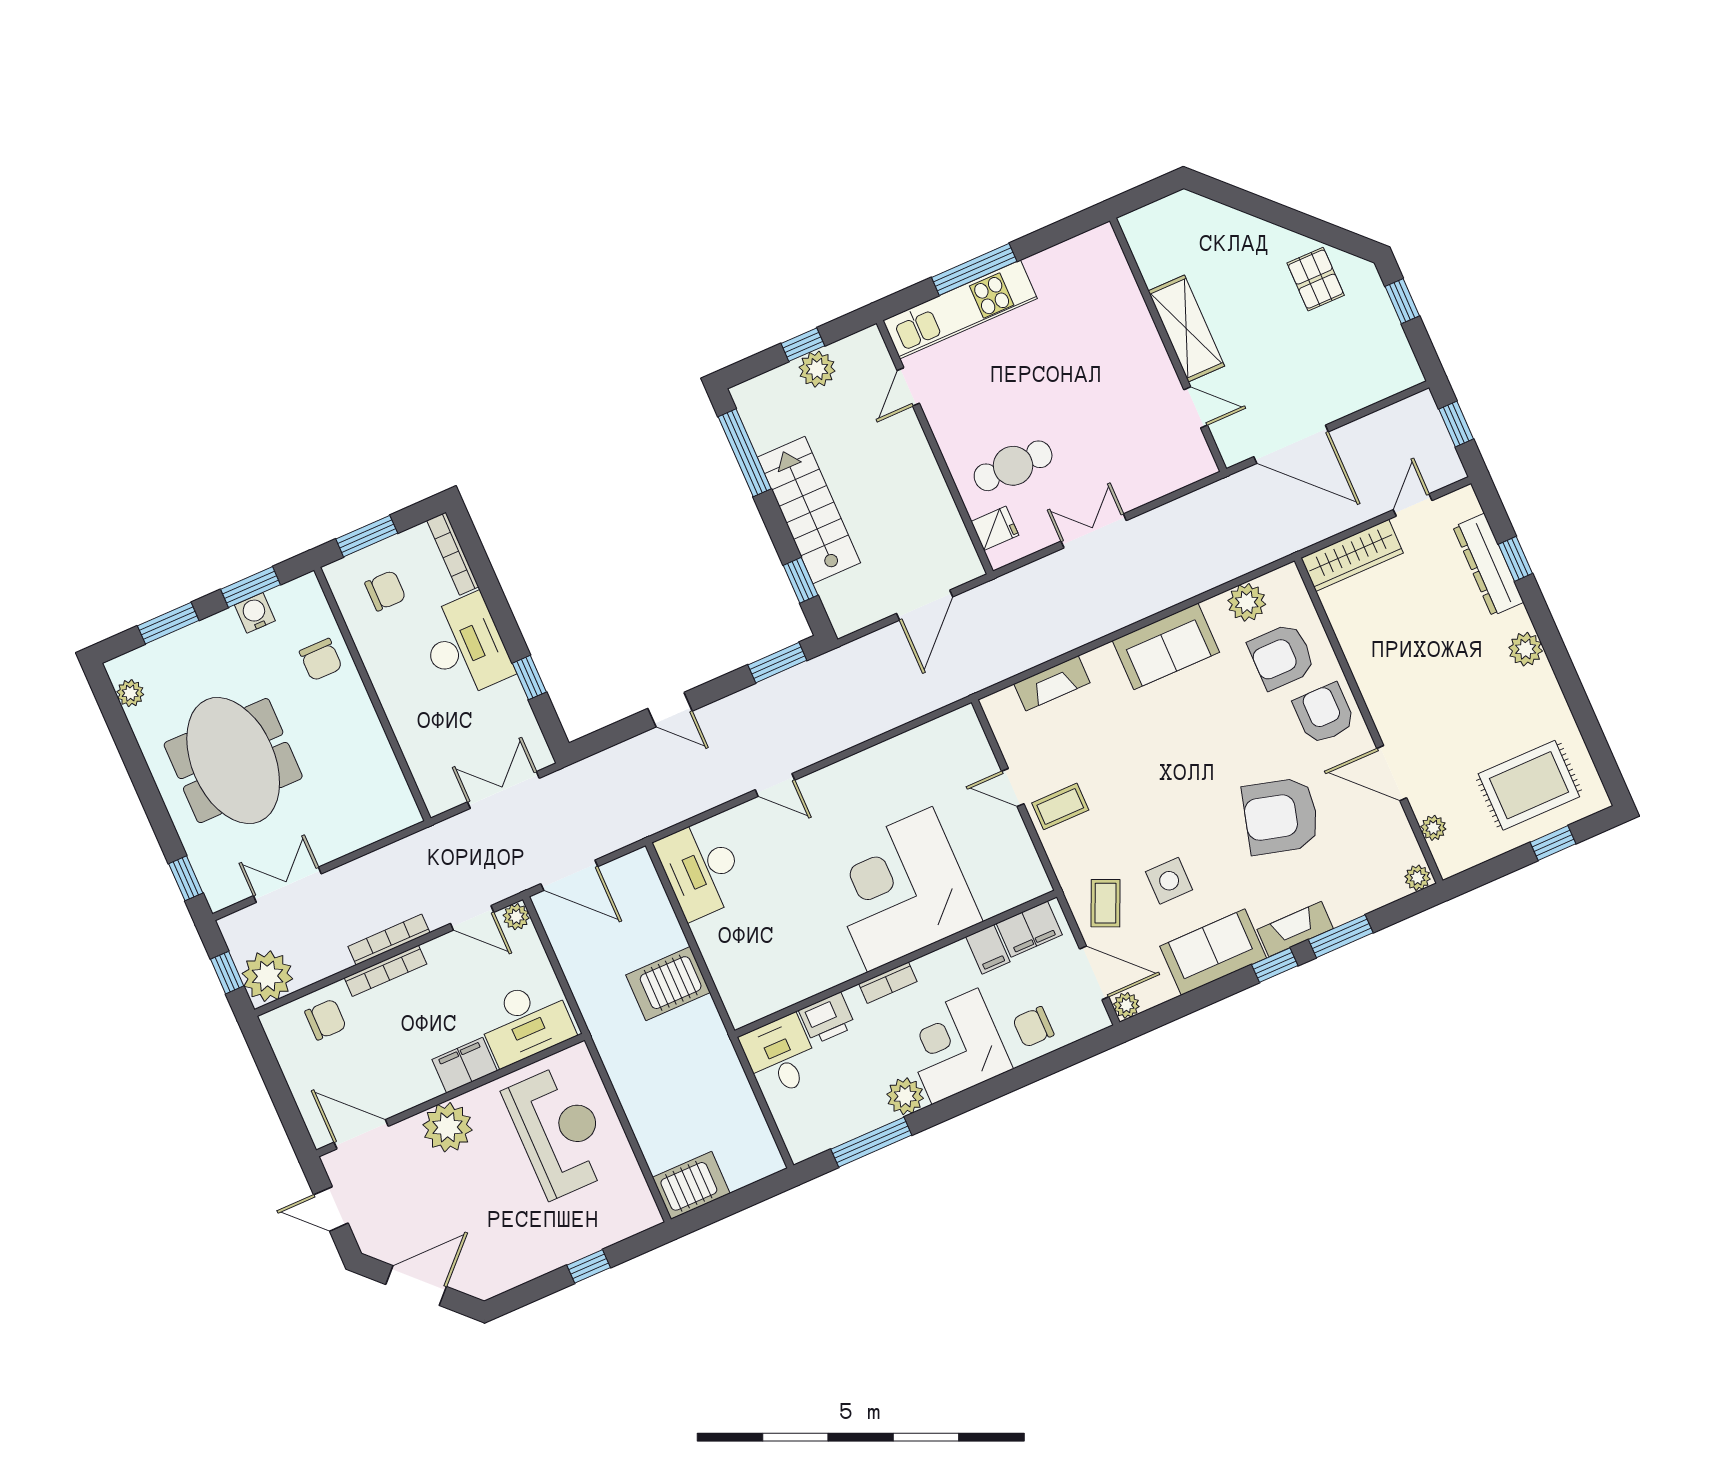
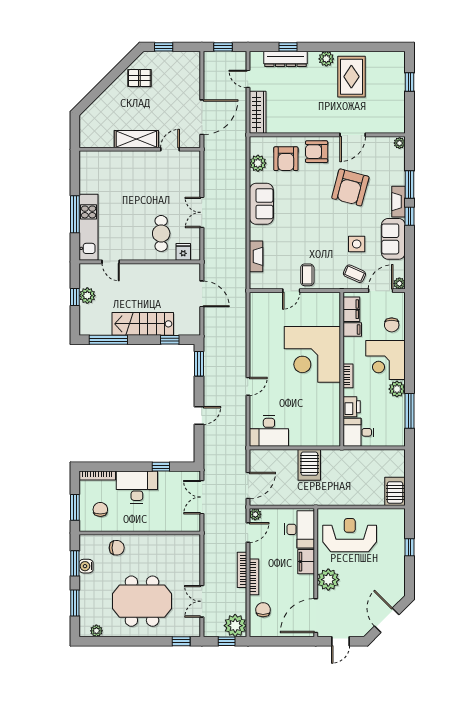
rug: (1529, 785) -> (351, 77), moved
plant: (1433, 828) -> (382, 128), removed
door: (361, 1134) -> (316, 616), width x1.36

